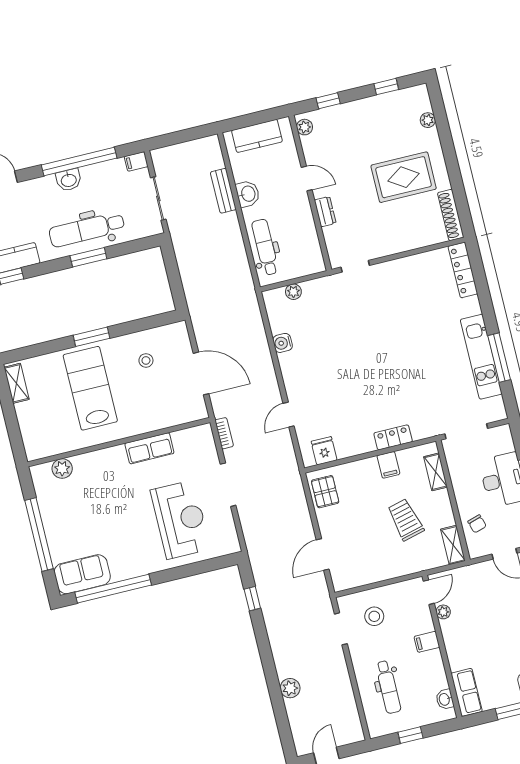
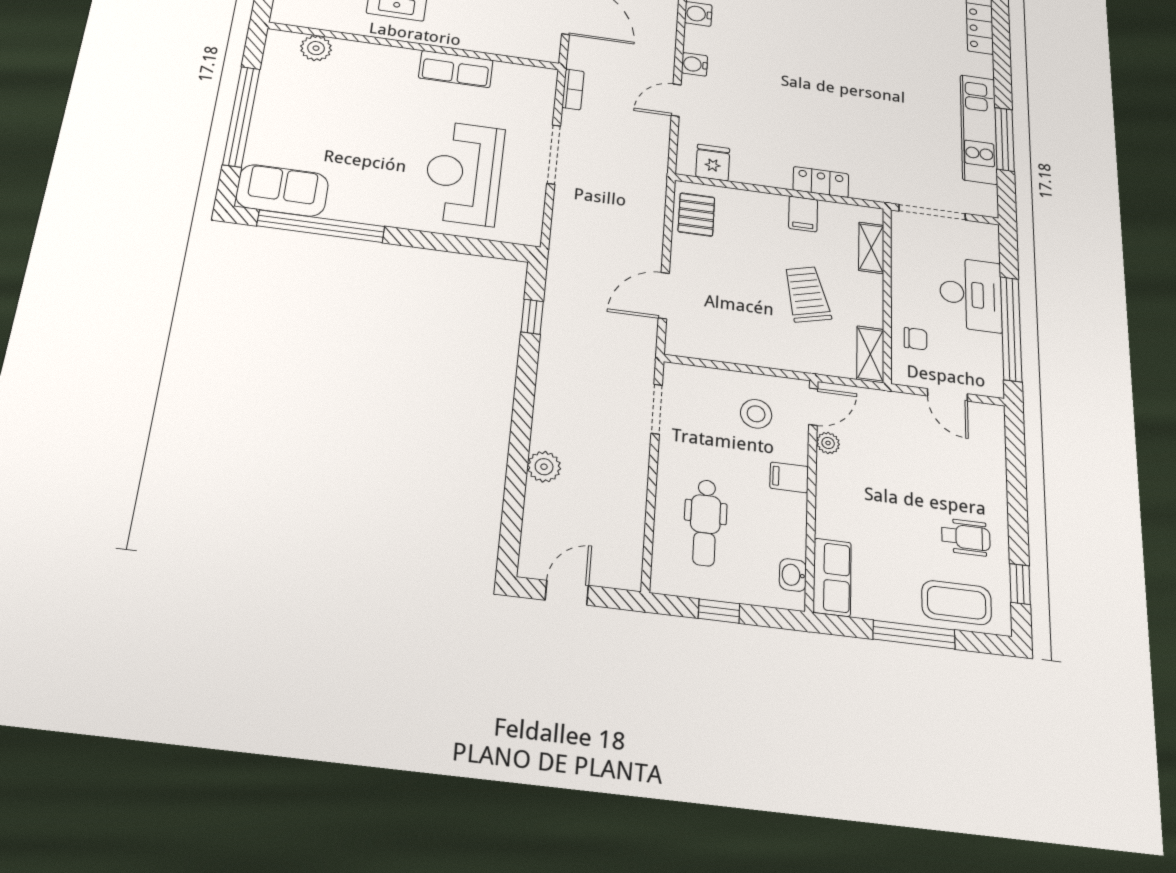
water cooler: (292, 383) -> (694, 64), added
reception desk: (180, 520) -> (464, 173), turned 180
chair: (477, 524) -> (916, 339), turned -73
stool: (374, 616) -> (756, 414), moved

